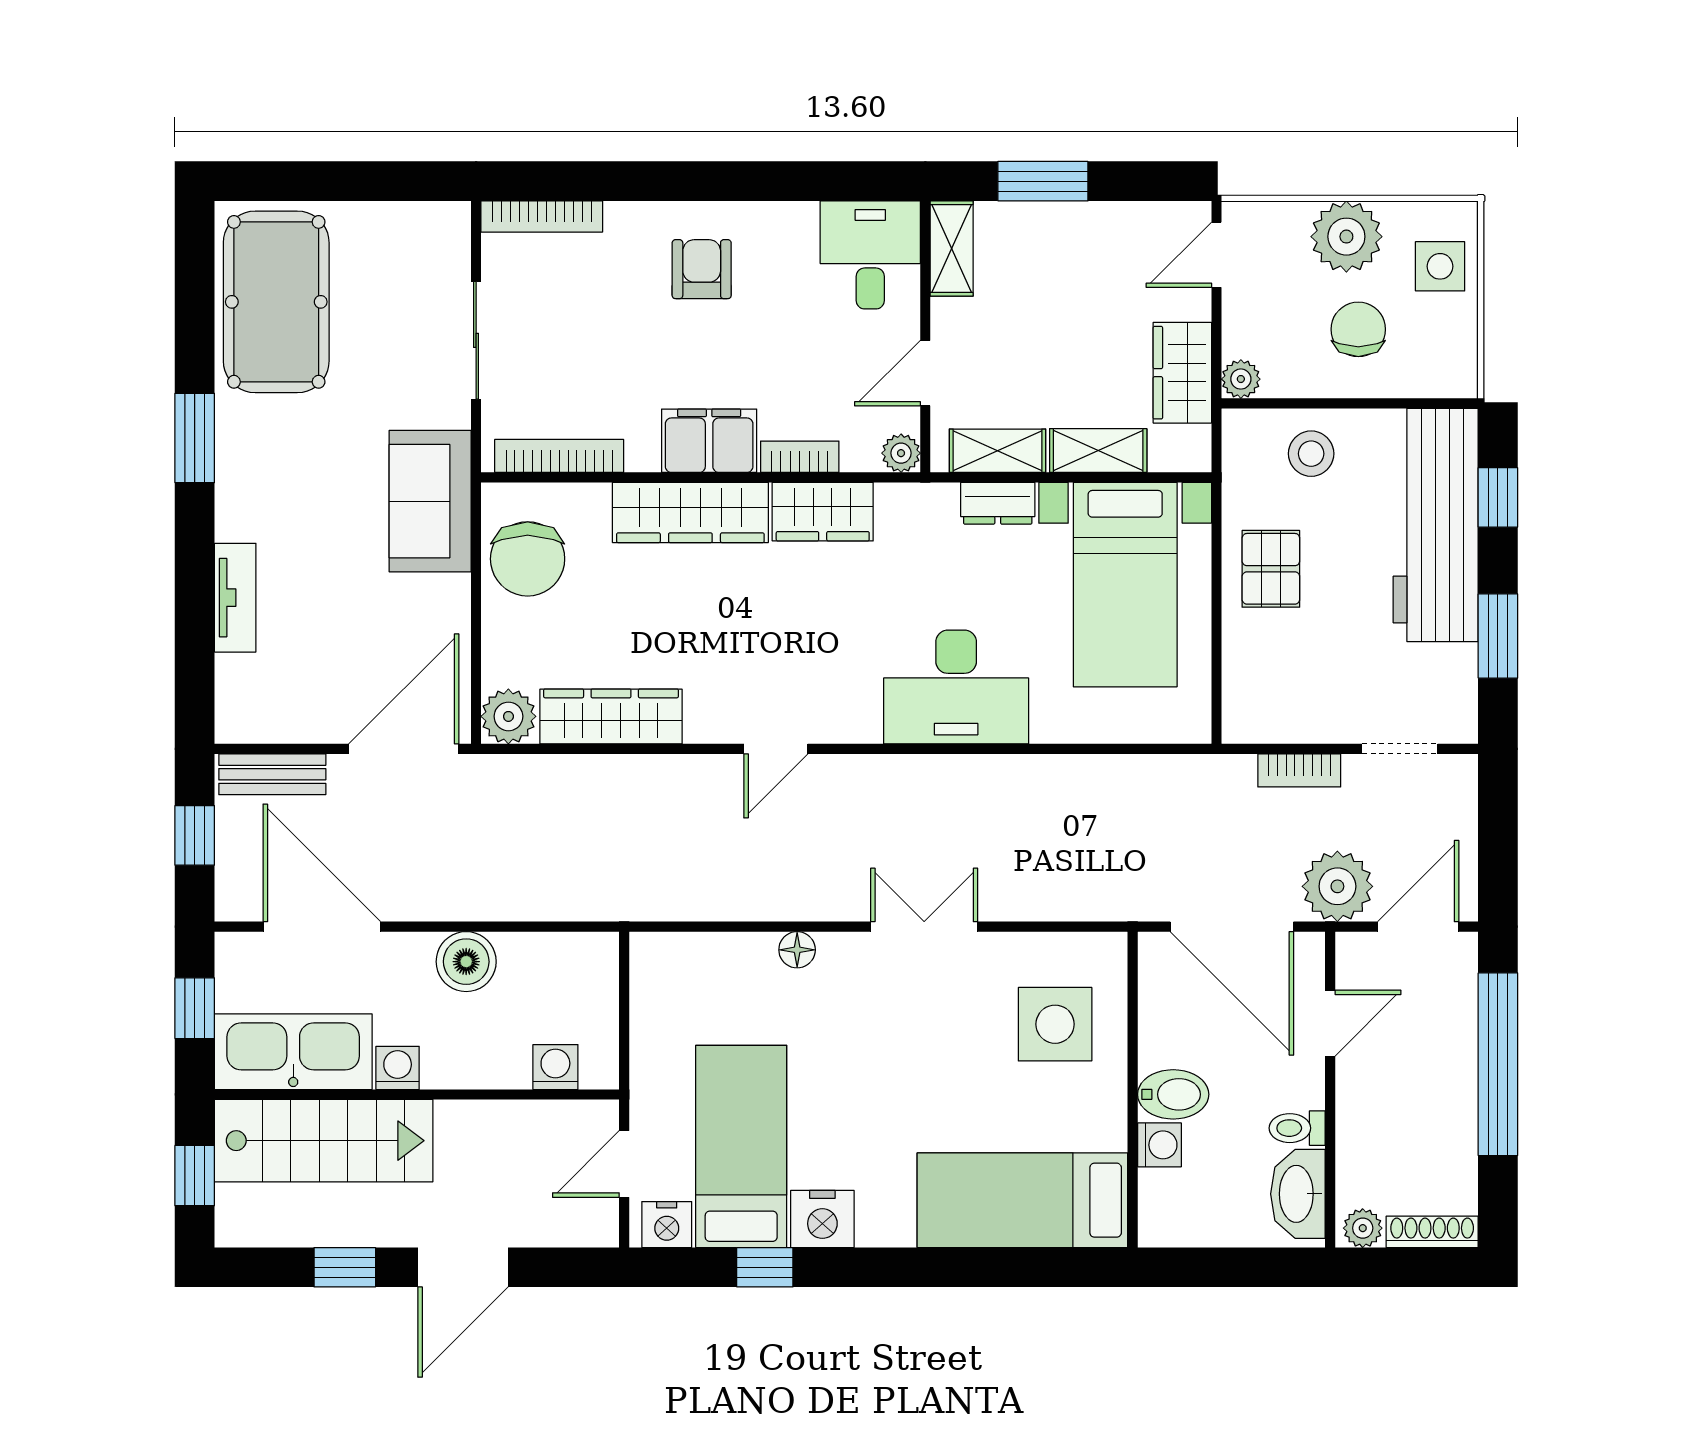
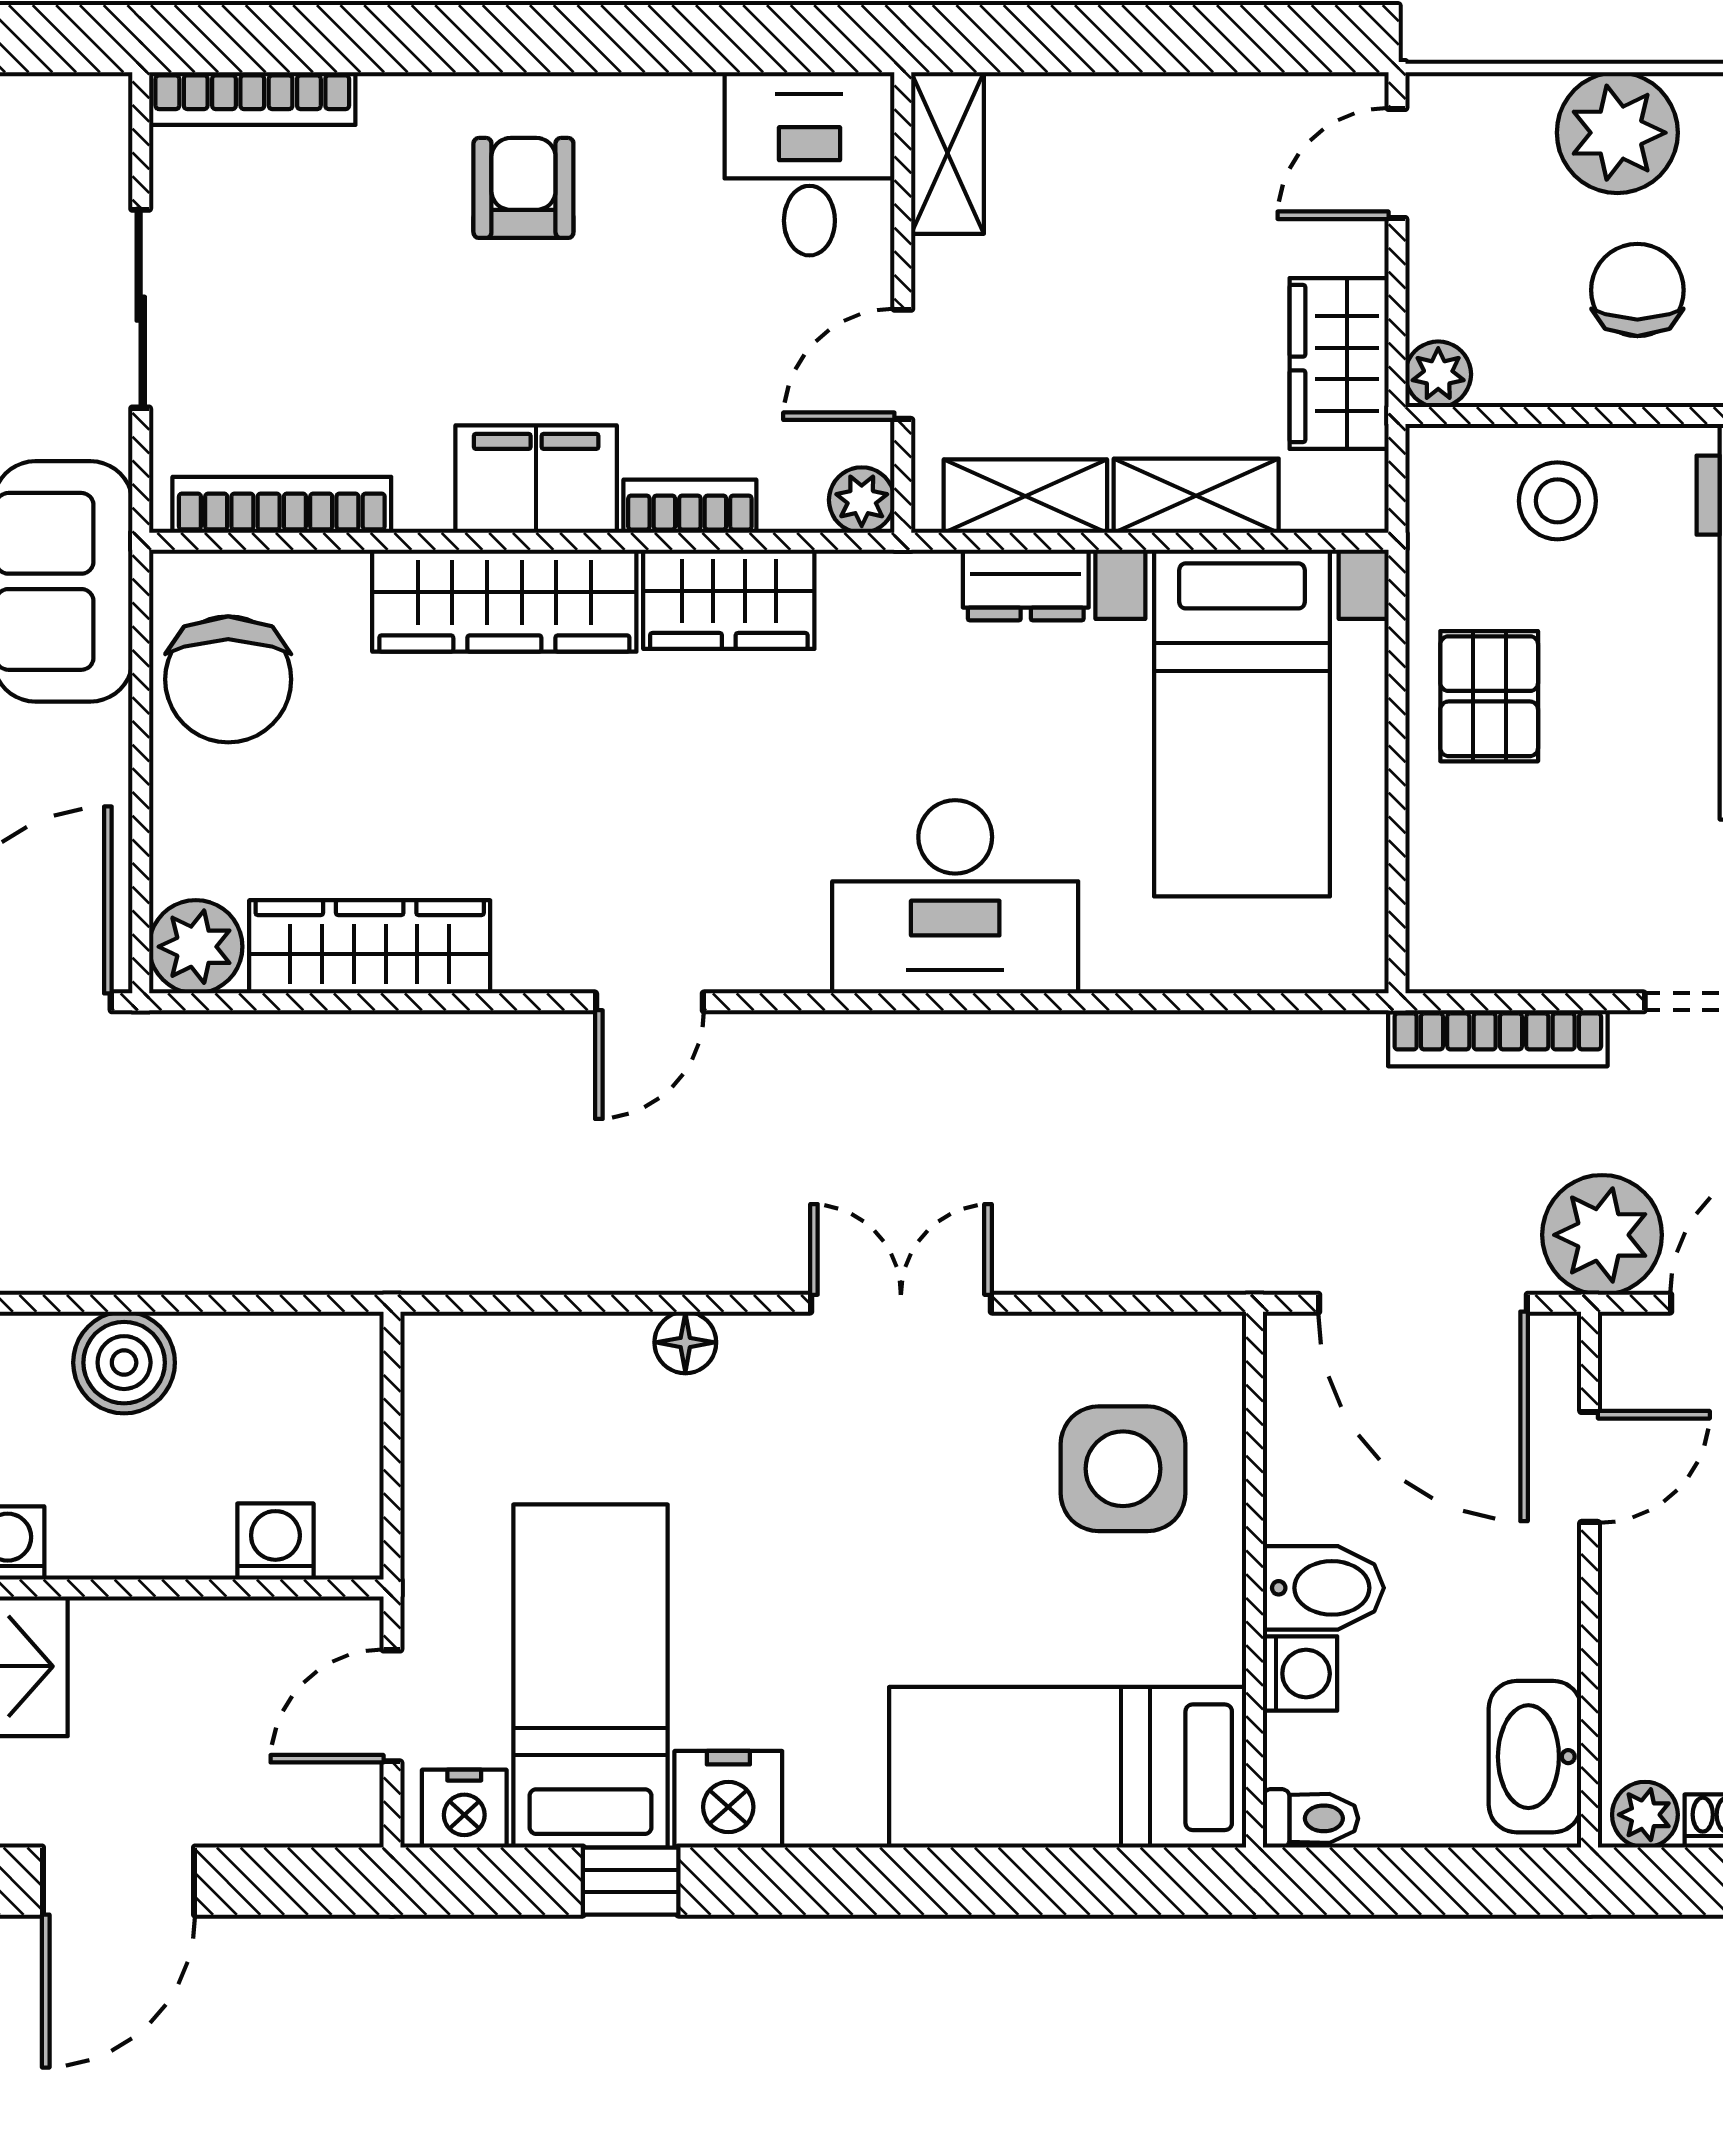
window: (1043, 181) -> (1102, 39), removed
bookcase: (1299, 770) -> (1498, 1038), width x1.56
toilet: (1297, 1128) -> (1311, 1818), moved, turned 180

